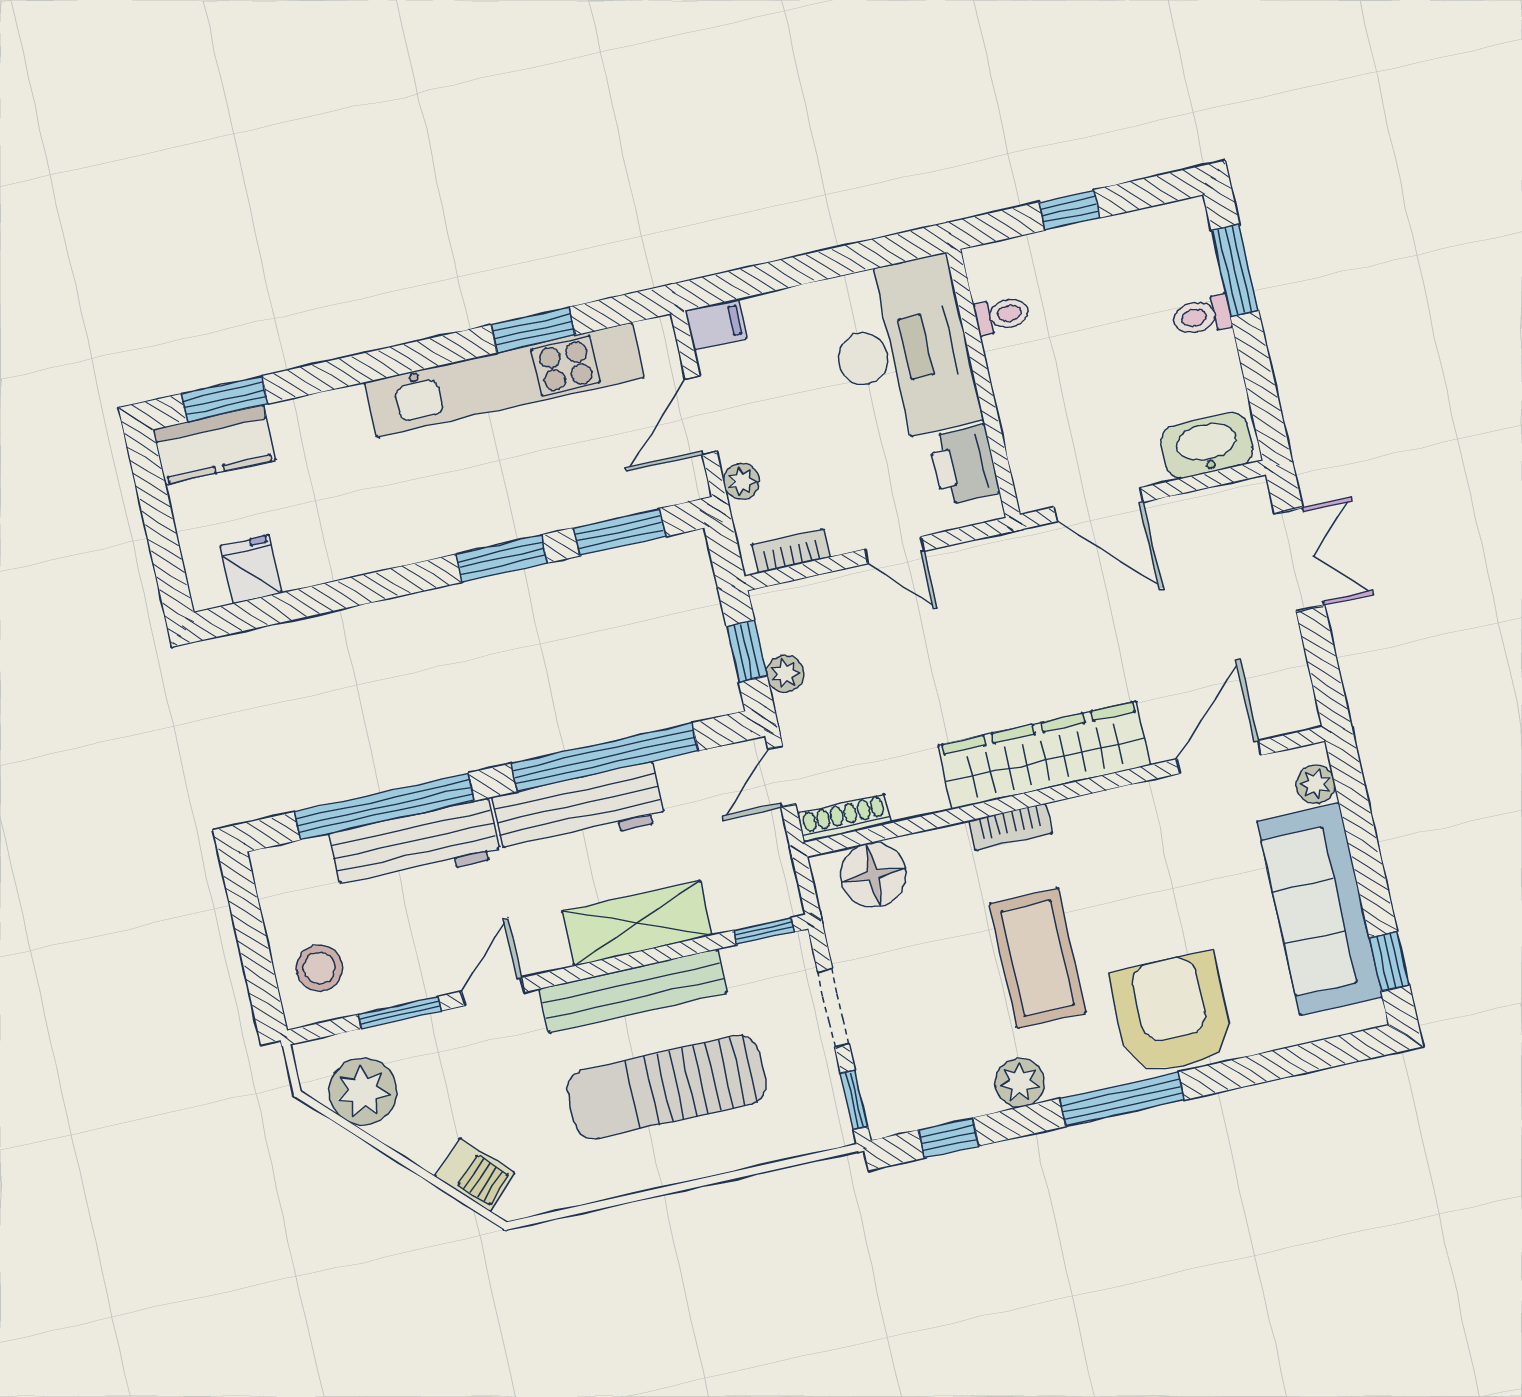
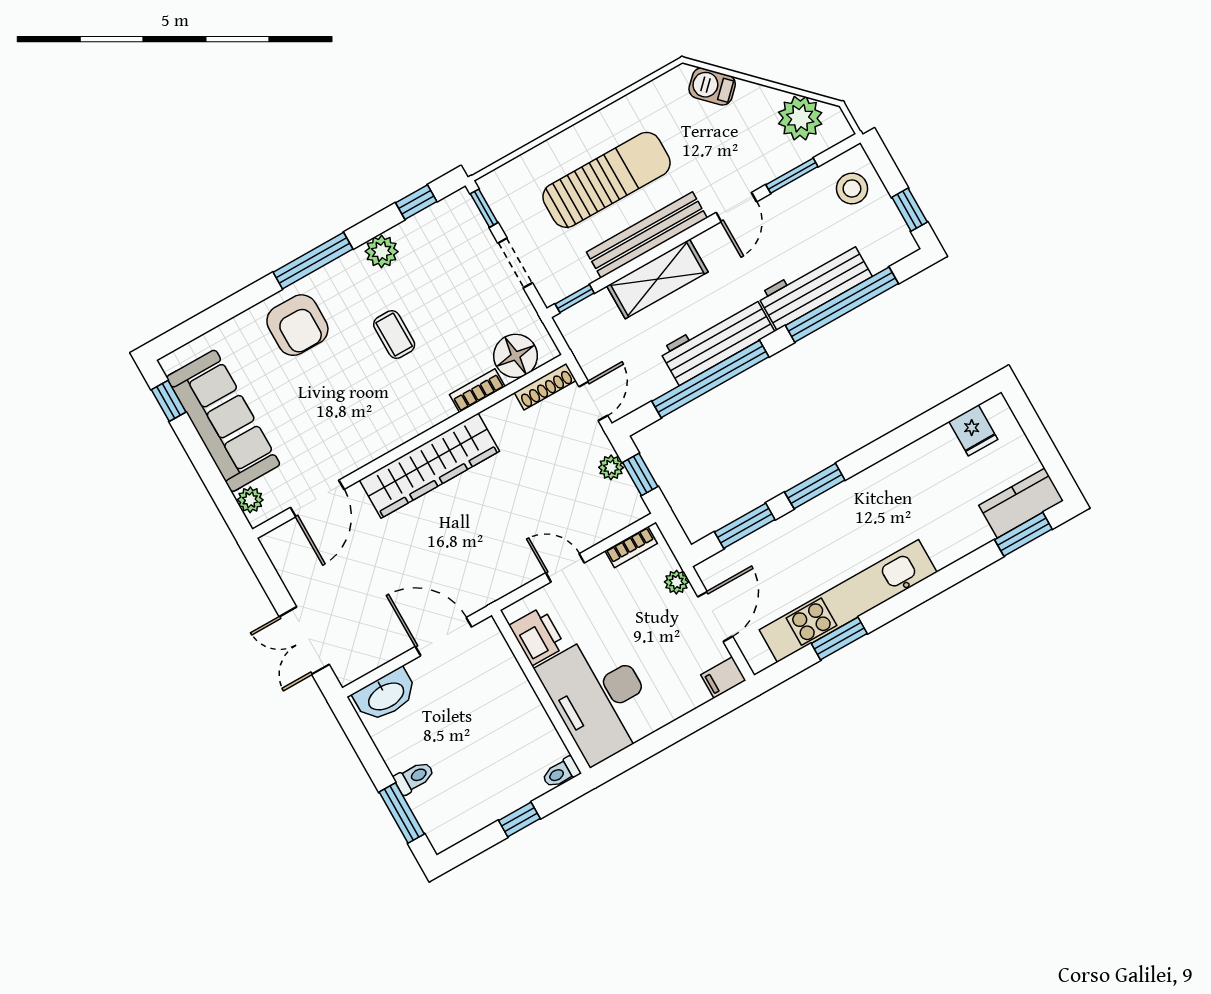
toilet: (1002, 315) -> (561, 773), moved
bookcase: (1011, 827) -> (477, 390), moved
window: (246, 913) -> (910, 210), added
coffee table: (1038, 958) -> (394, 335), width x0.54, depth x0.58
armchair: (1172, 1014) -> (297, 325), width x0.73, depth x0.73

